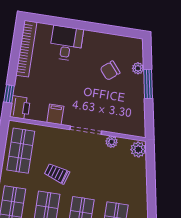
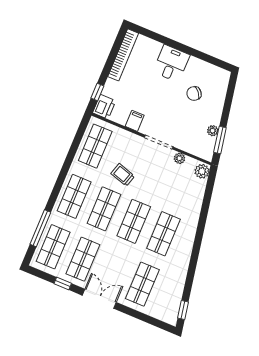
desk: (66, 43) -> (171, 63), moved
plant: (138, 68) -> (213, 131), moved
window: (148, 84) -> (220, 140), moved

